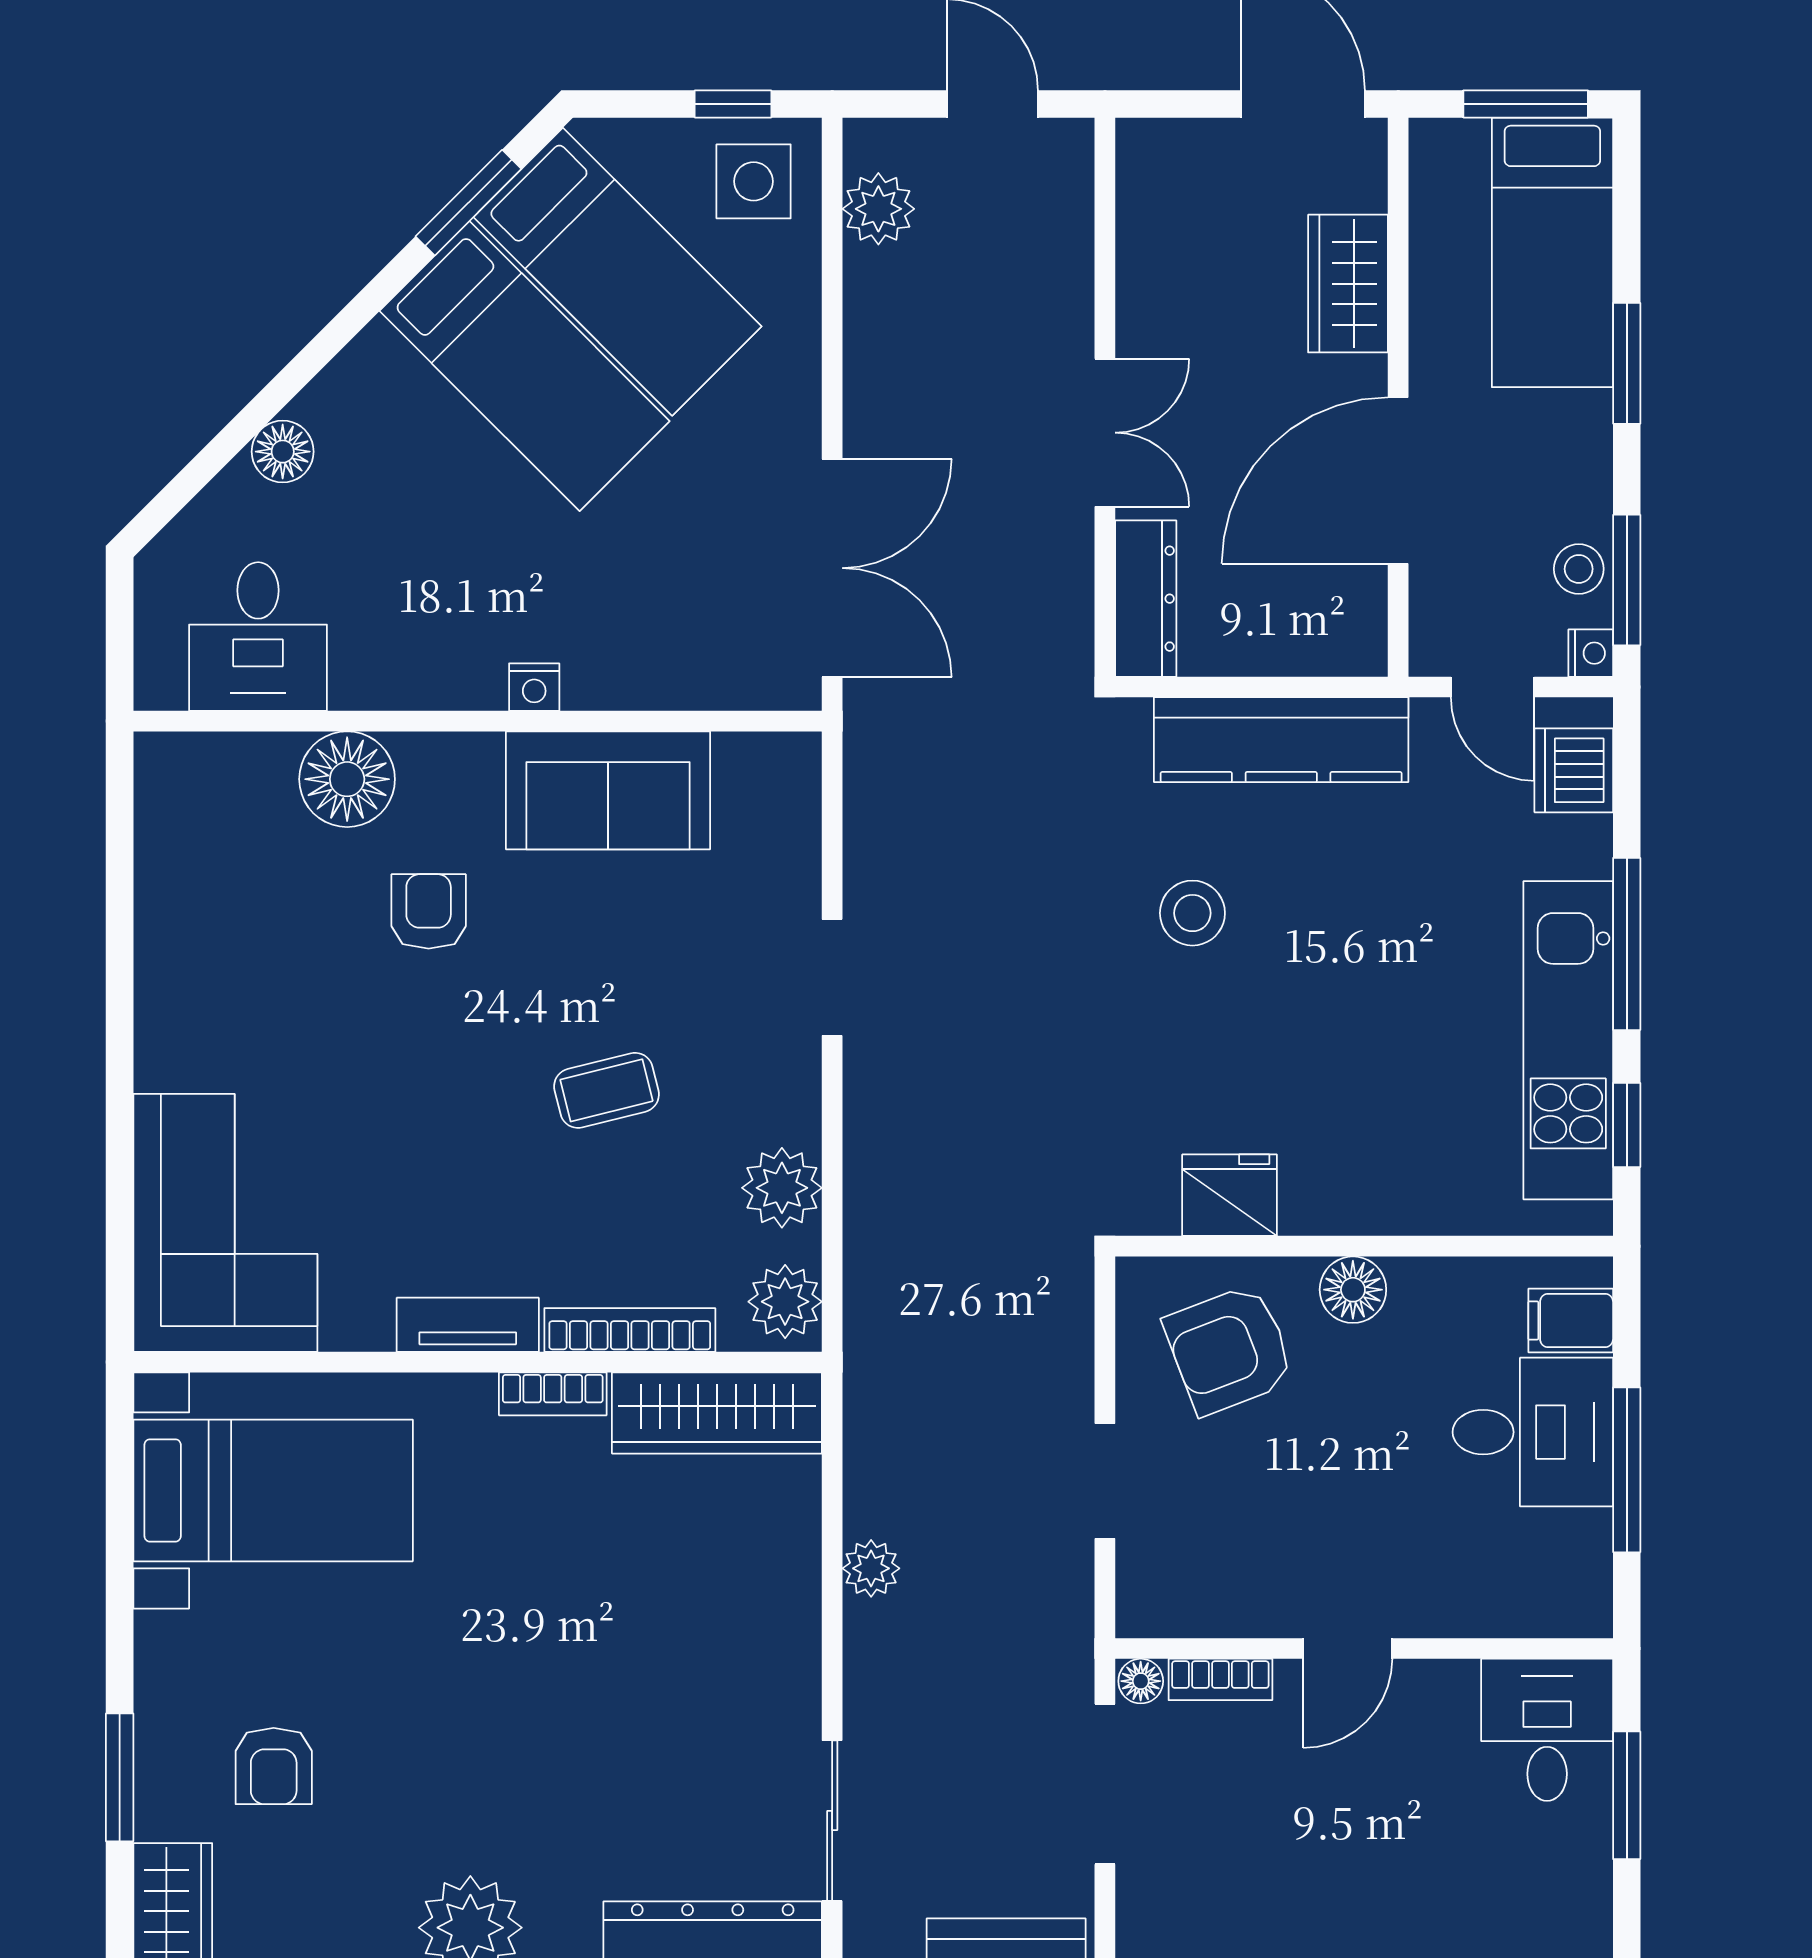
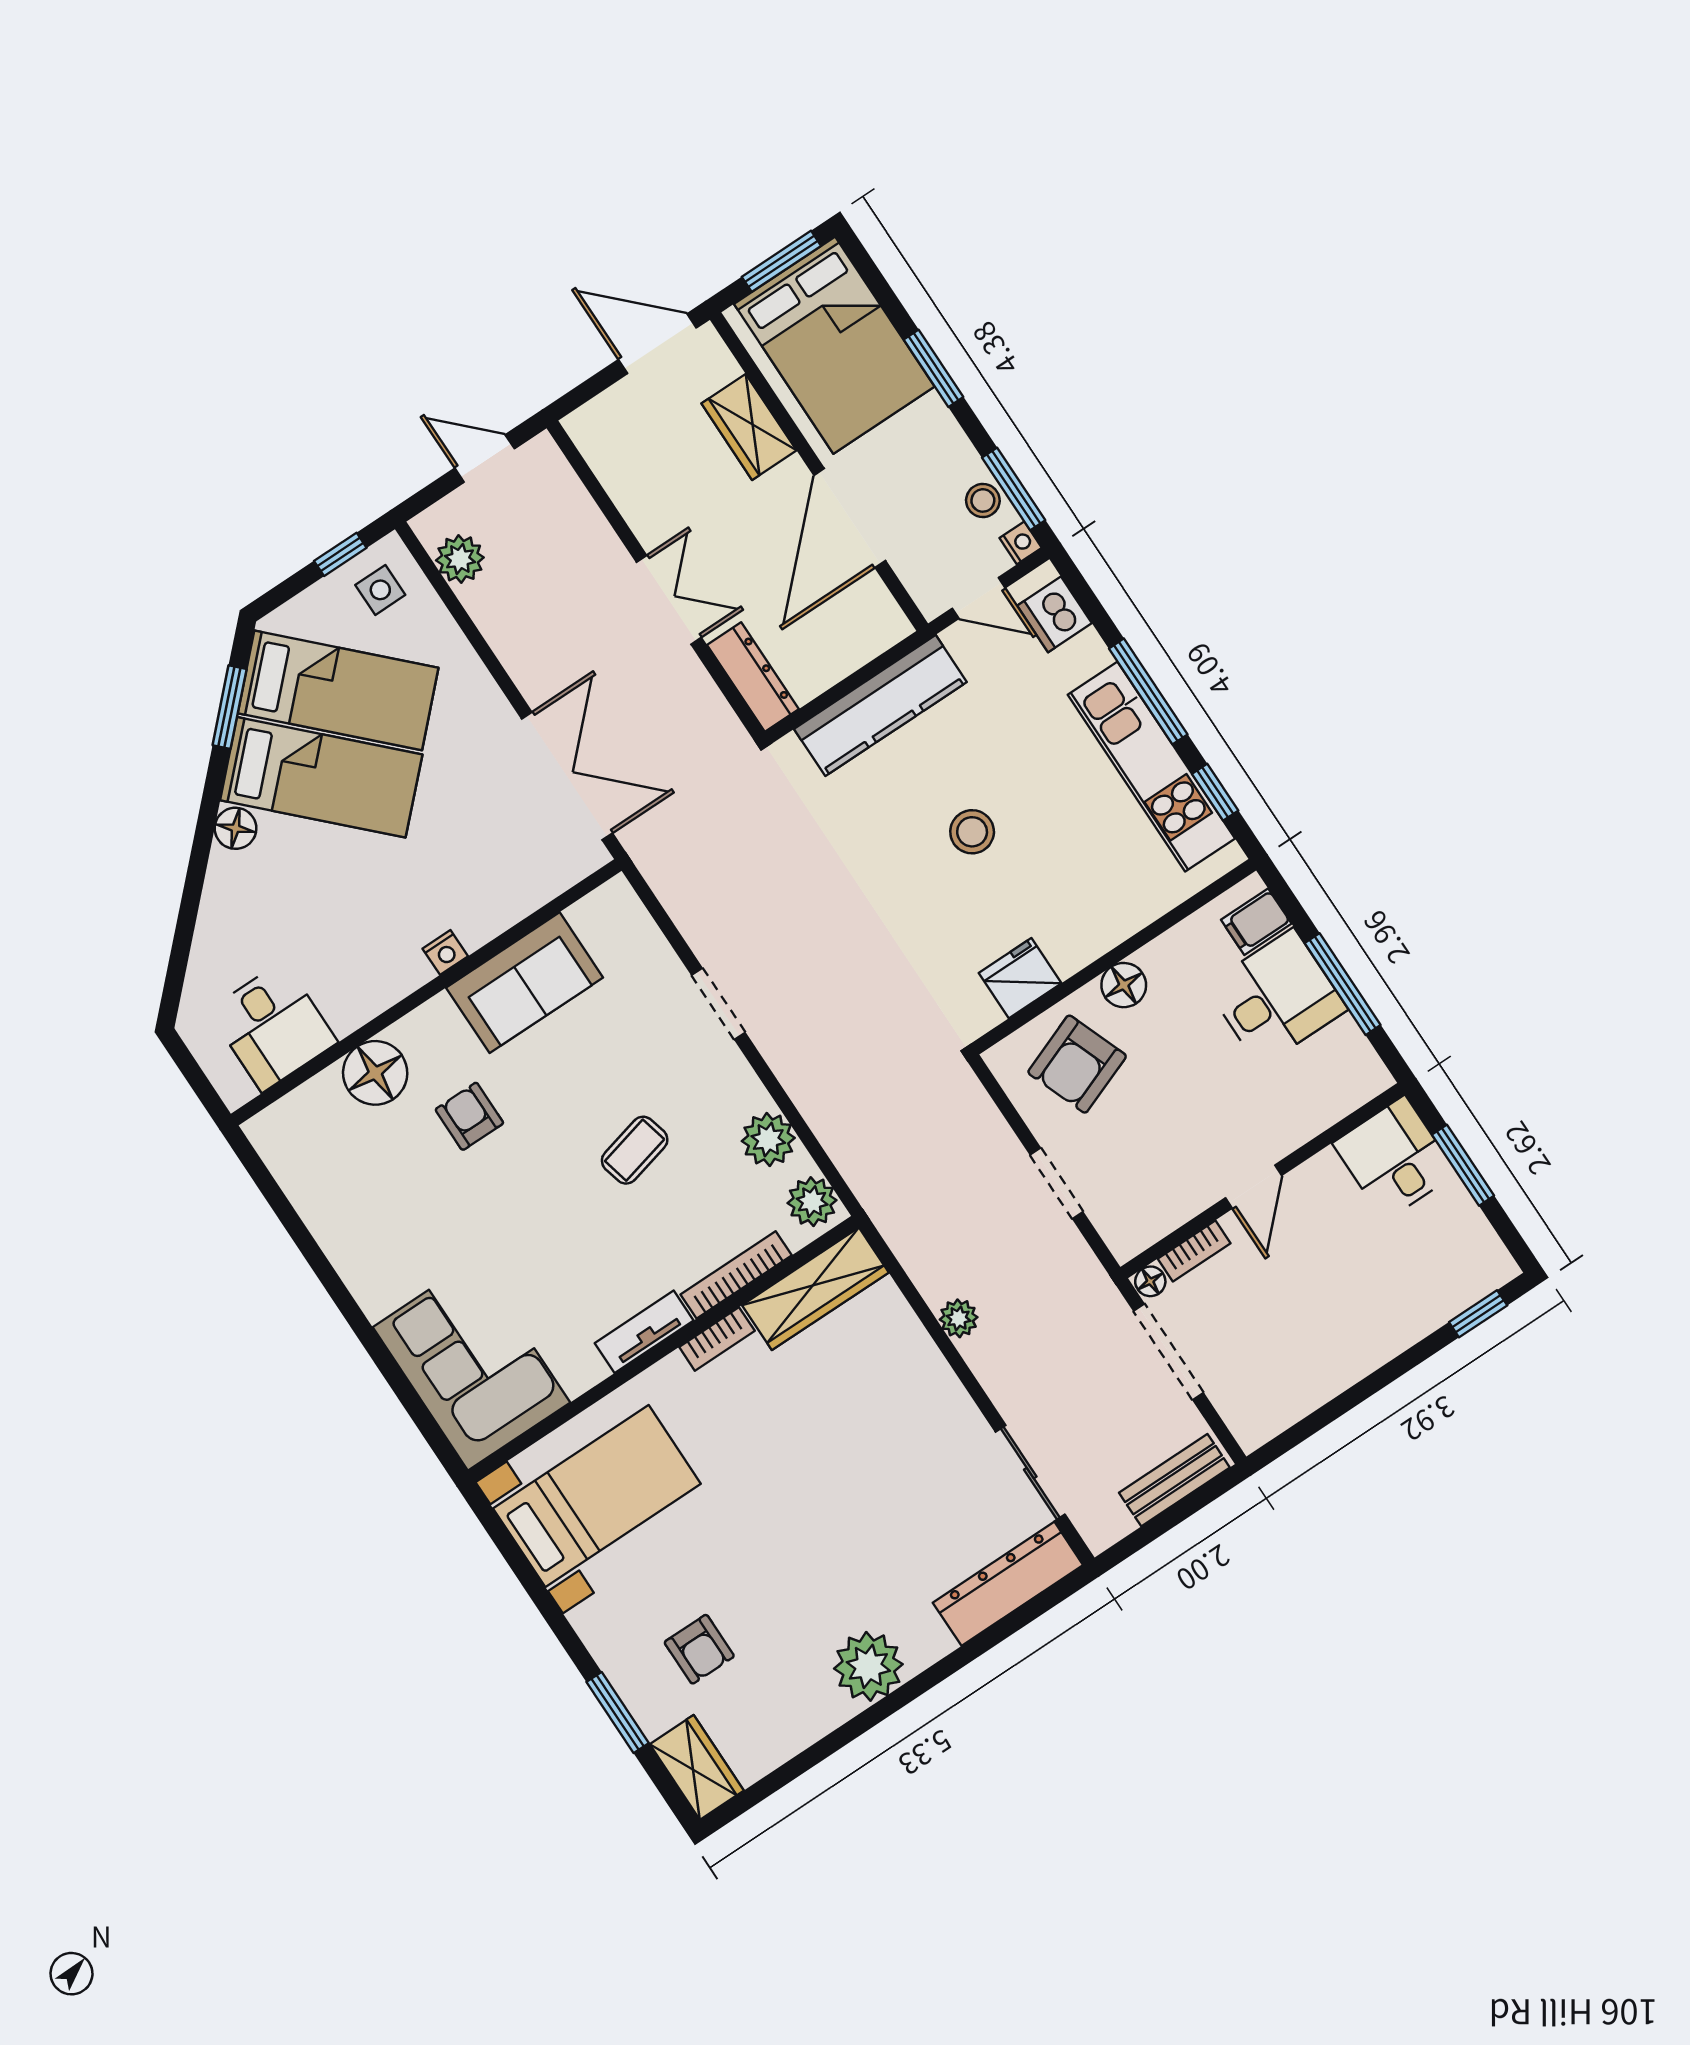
side table: (754, 181) -> (380, 590), width x0.73, depth x0.73
bed: (1552, 252) -> (834, 345), width x1.50
floor lamp: (283, 452) -> (236, 828), moved
stool: (1192, 913) -> (972, 832), moved

